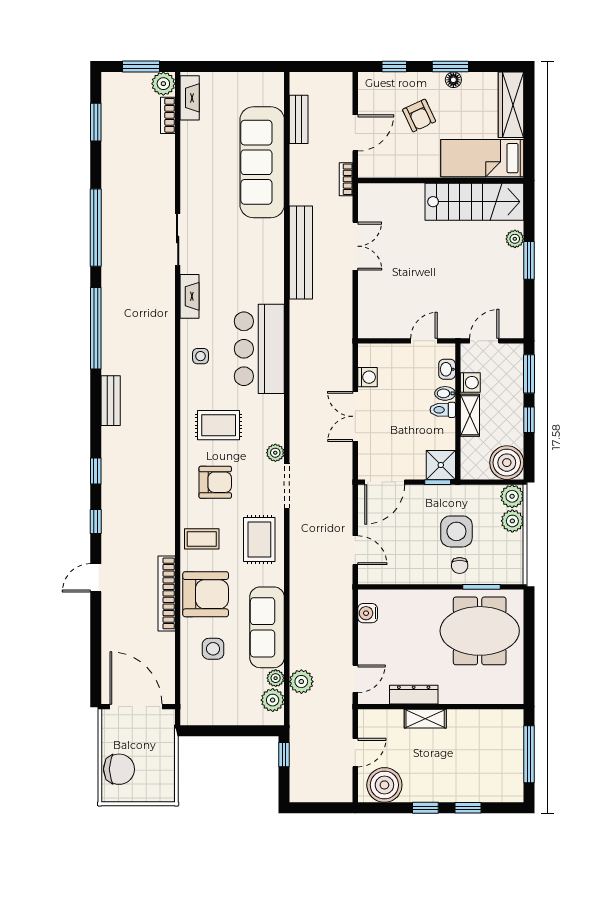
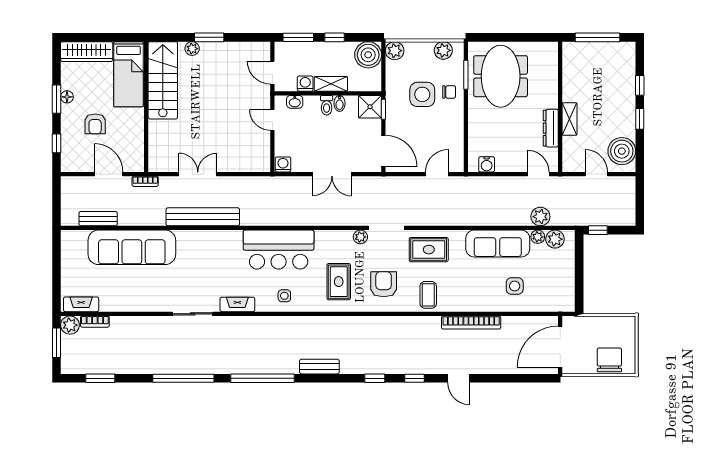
armchair: (419, 116) -> (95, 124), turned 115
washing machine: (367, 377) -> (283, 164), moved
bidet: (445, 393) -> (340, 103), moved
plant: (512, 521) -> (443, 50), moved
armchair: (206, 594) -> (472, 292), removed

